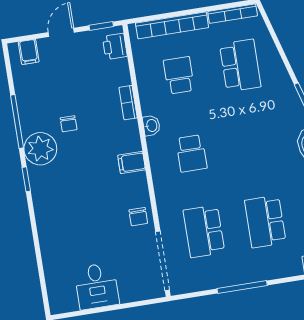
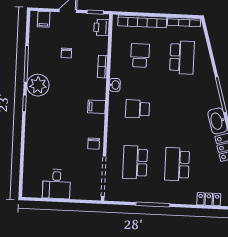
chair: (69, 124) -> (66, 53), moved
school desk: (191, 153) -> (138, 109), turned 90

